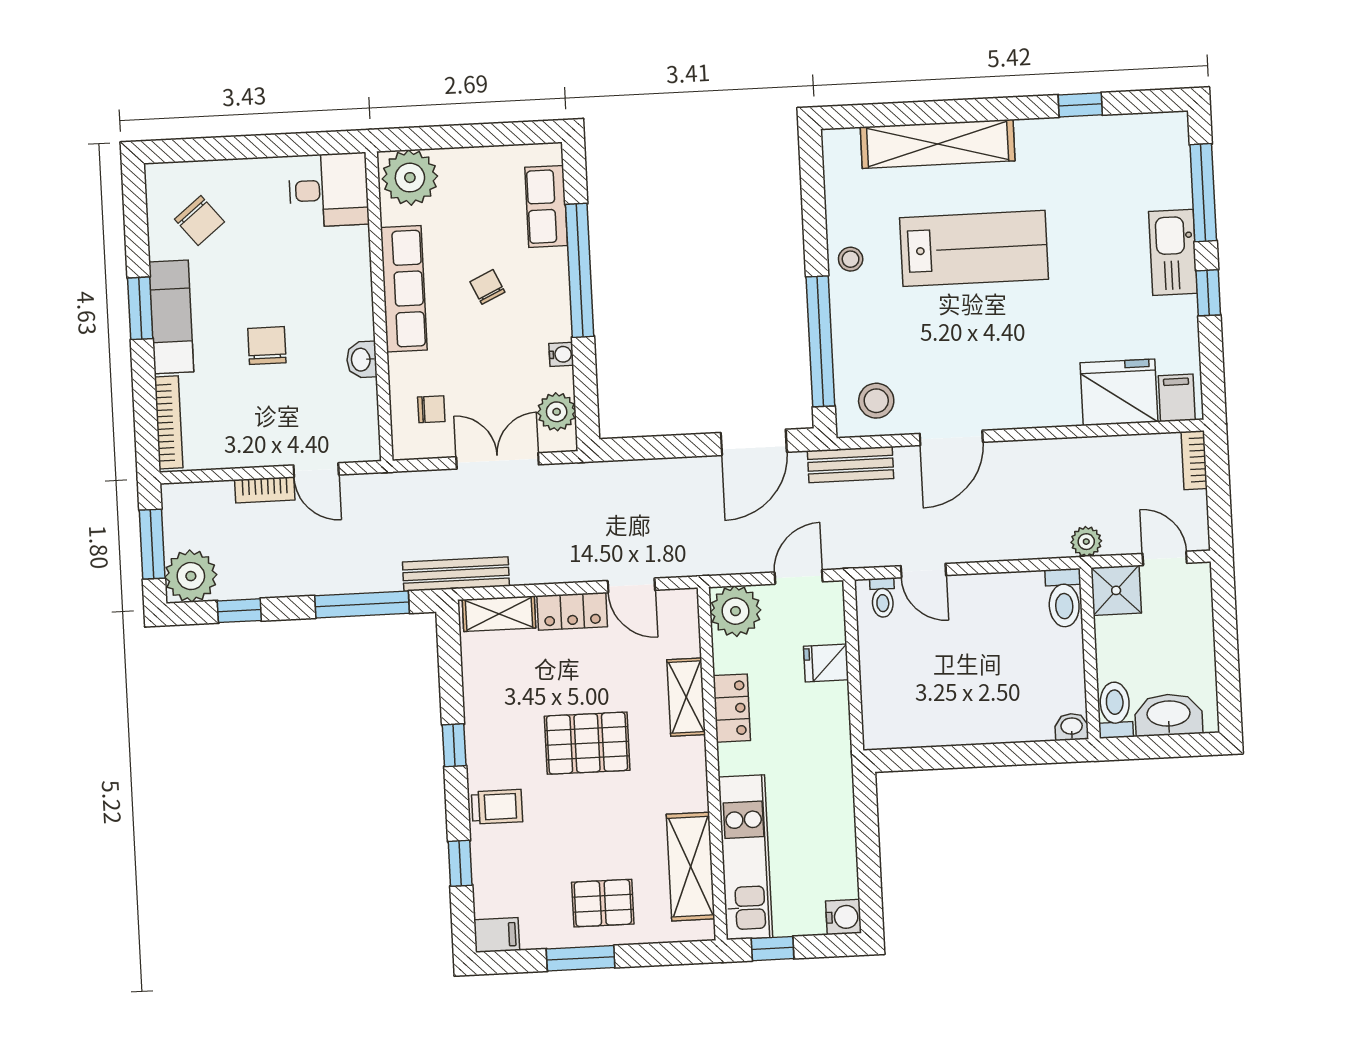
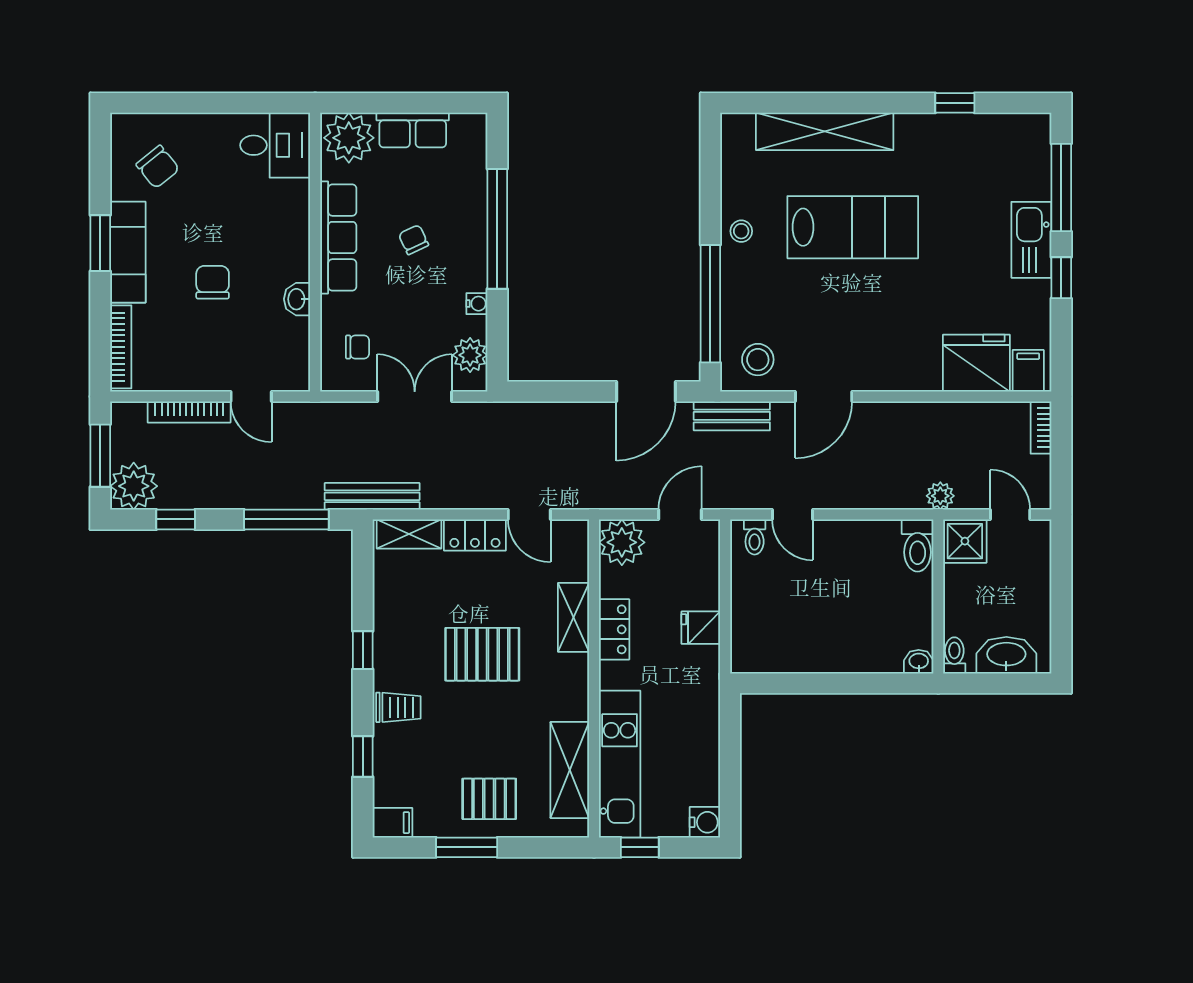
row of seats: (546, 206) -> (413, 130), moved, turned -90
bookcase: (265, 490) -> (189, 412), width x1.56
fridge: (826, 663) -> (701, 628), moved
toilet: (1115, 710) -> (954, 655), width x0.73, depth x0.72

